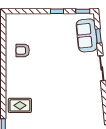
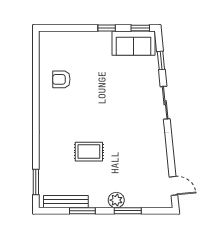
sofa: (87, 35) -> (134, 43), moved, turned -84
rug: (20, 105) -> (89, 152), moved

